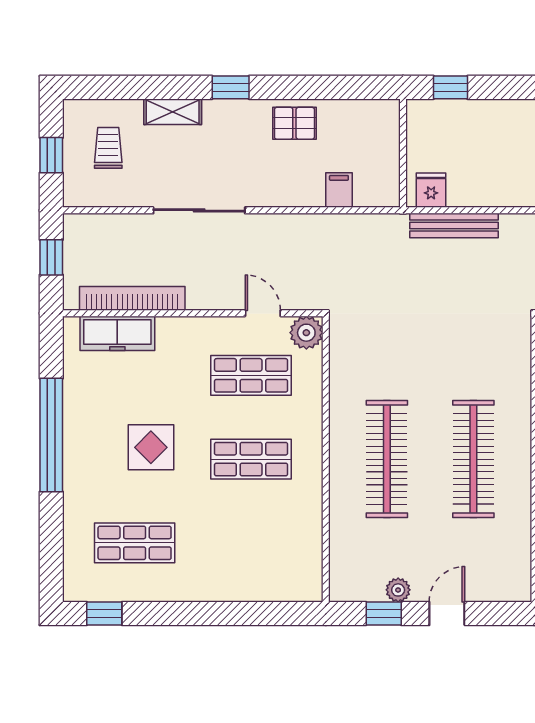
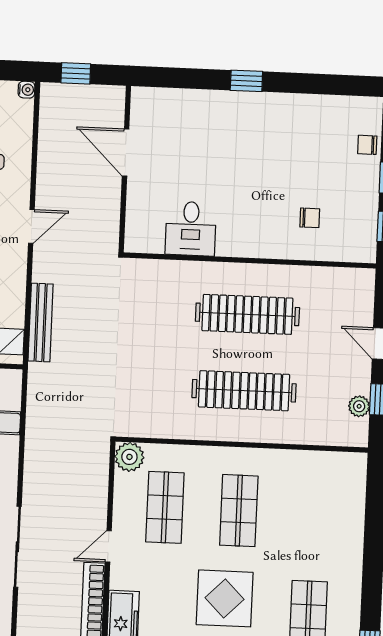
door: (263, 313) -> (108, 546), moved
display table: (151, 447) -> (225, 598), width x1.36, depth x1.36
plant: (398, 590) -> (359, 406), moved

